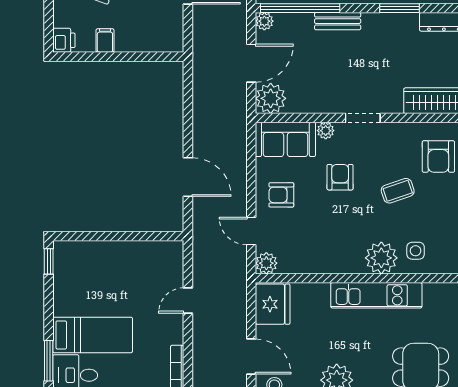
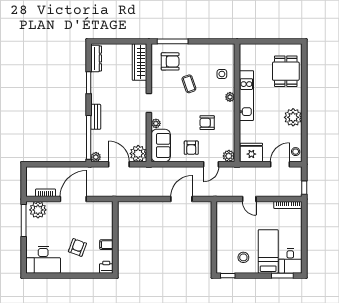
armchair: (340, 177) -> (207, 123), moved
plant: (381, 258) -> (230, 97), width x0.53, depth x0.53
stool: (82, 290) -> (243, 257), added

